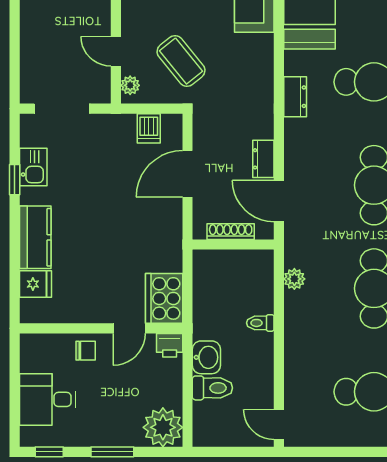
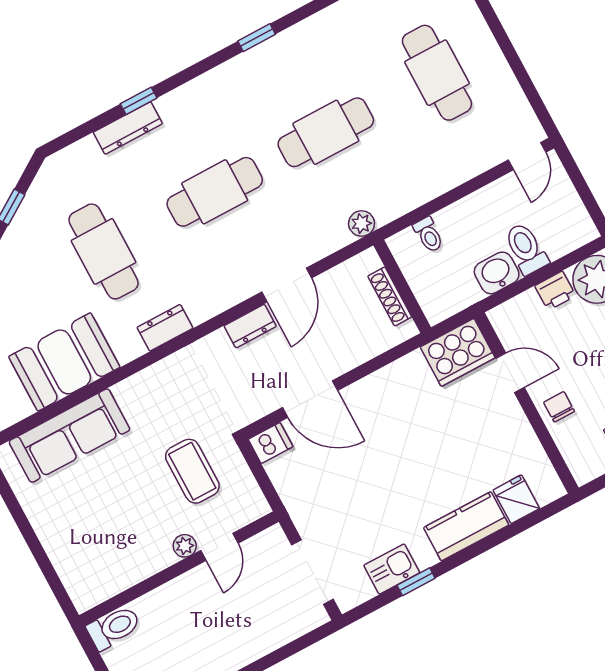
coffee table: (181, 61) -> (192, 471), turned -51
plant: (130, 85) -> (185, 546), moved
dishwasher: (149, 128) -> (271, 443), moved
shoe rack: (231, 232) -> (390, 296), moved
wall: (233, 244) -> (402, 286), moved
printer: (170, 345) -> (555, 291), moved, turned 90

